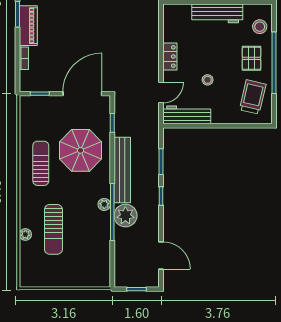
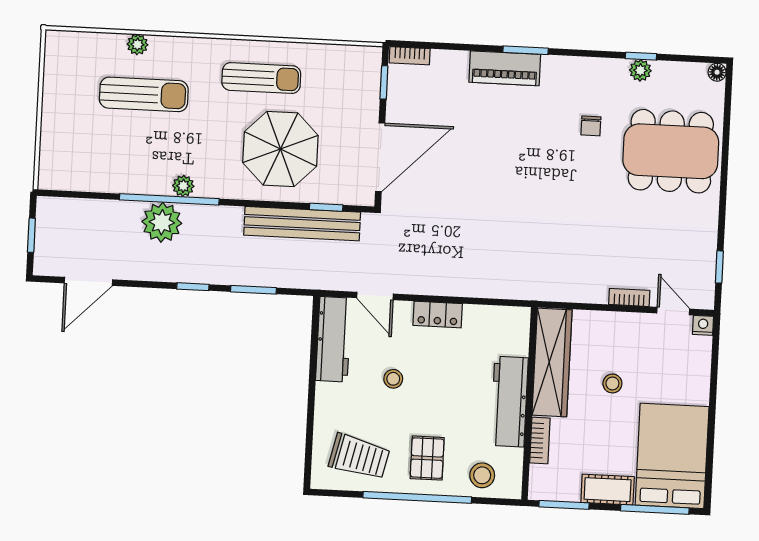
bookcase: (24, 58) -> (410, 56), moved
pallet: (251, 58) -> (427, 458), turned 90
door: (82, 94) -> (380, 157), hinge flipped
bench: (122, 170) -> (302, 224), moved
sun lounger: (53, 229) -> (144, 94), turned 180

